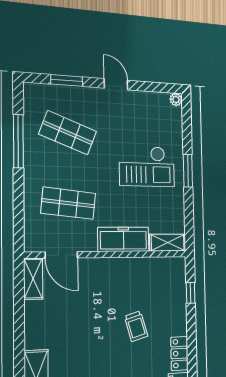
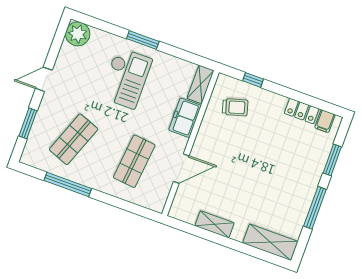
plant: (176, 100) -> (78, 34), width x1.88, depth x1.88
freezer: (123, 239) -> (185, 118), width x0.71
door: (61, 255) -> (181, 169), moved
shelving: (33, 279) -> (215, 224), moved
trolley: (136, 326) -> (235, 107), moved

